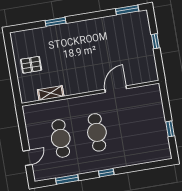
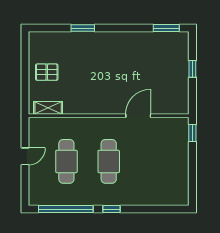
shelving: (51, 93) -> (48, 108), moved
window: (170, 129) -> (192, 133), moved
door: (27, 158) -> (25, 156), moved
window: (67, 179) -> (66, 209), width x2.11

